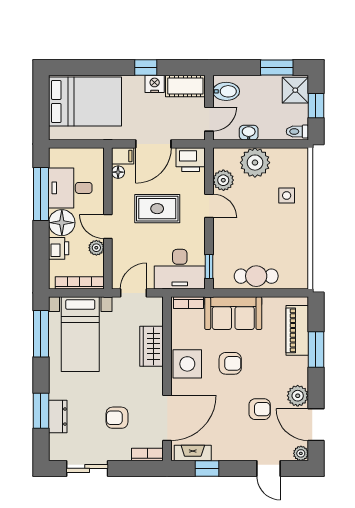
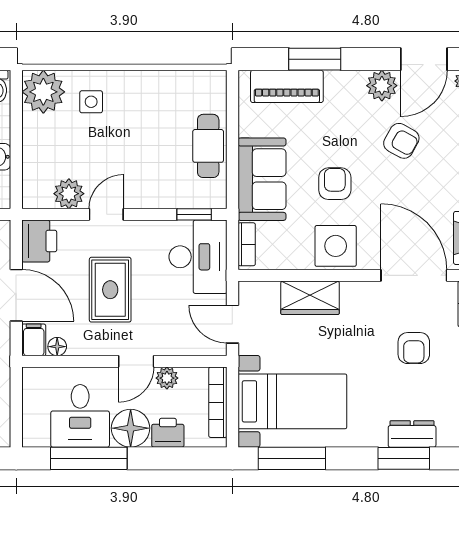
plant: (255, 163) -> (43, 92), moved
armchair: (260, 409) -> (401, 141), turned 119

